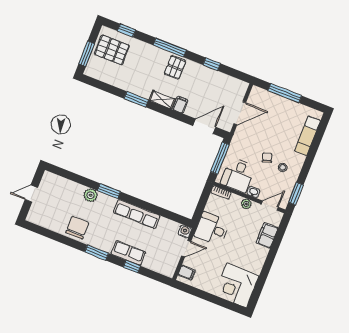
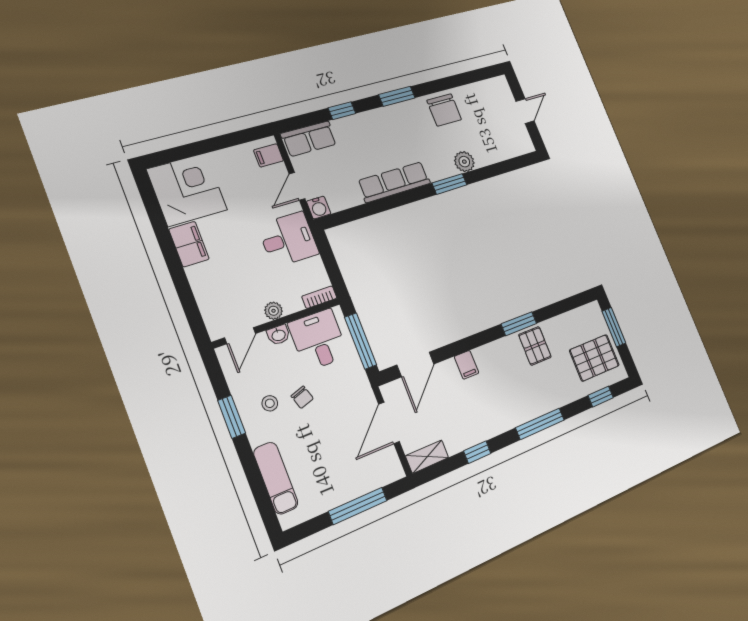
pallet: (175, 67) -> (535, 346), moved
shelving: (162, 100) -> (427, 457), moved
window: (296, 194) -> (232, 417), moved
filing cabinet: (267, 235) -> (189, 244), moved
row of seats: (128, 253) -> (309, 139), moved

